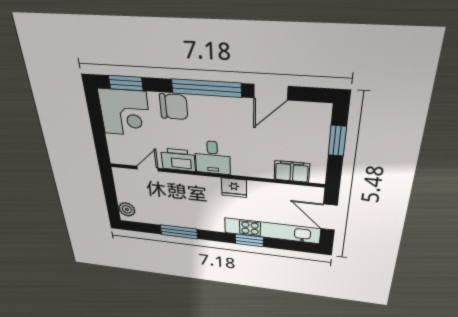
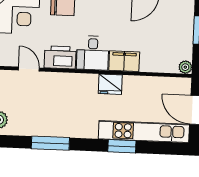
door: (148, 169) -> (29, 69), hinge flipped
filing cabinet: (292, 171) -> (124, 61), moved
plant: (318, 177) -> (185, 67), added

